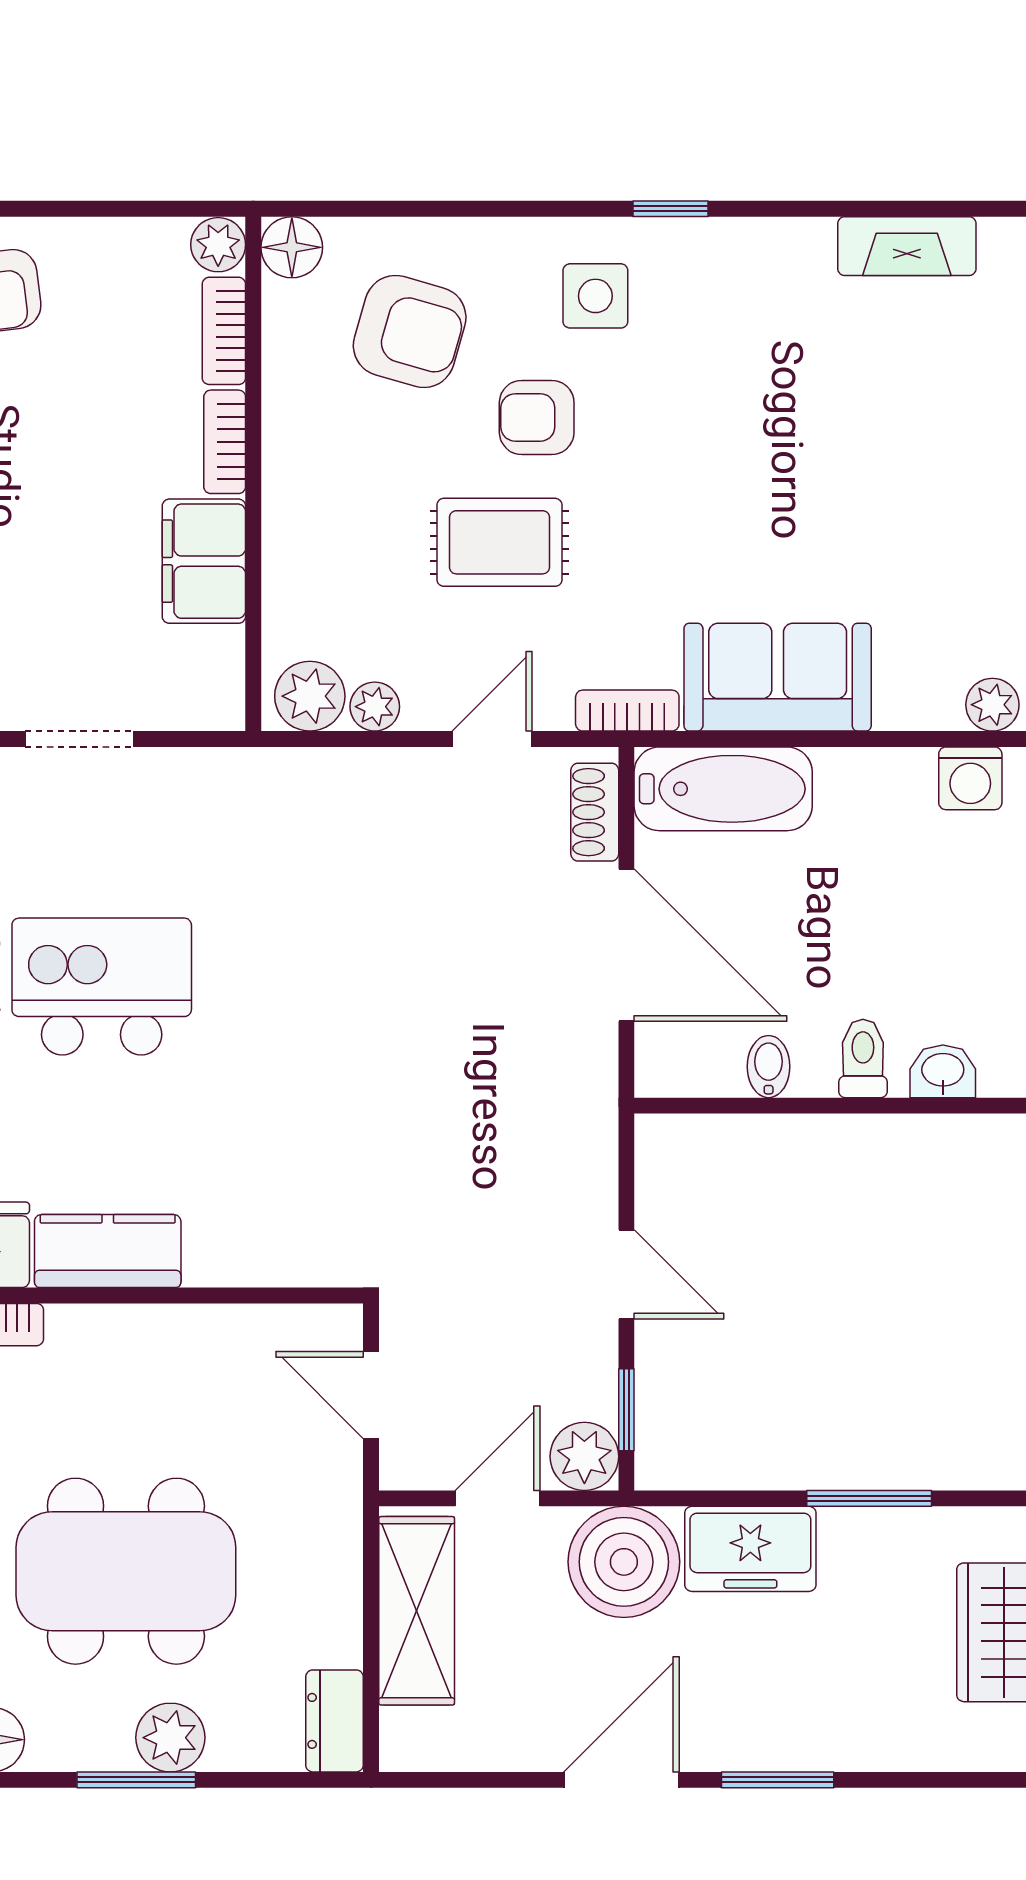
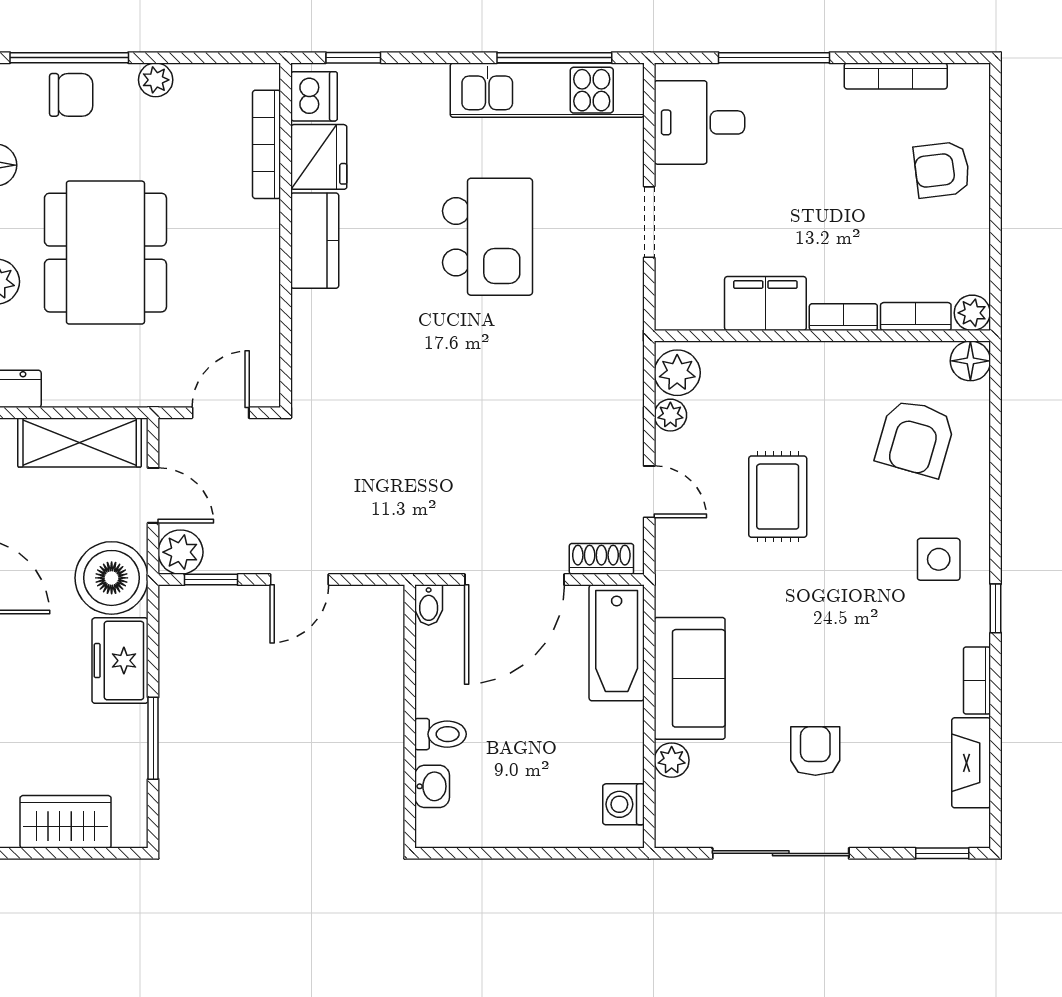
armchair: (537, 417) -> (815, 751), moved
plant: (992, 705) -> (672, 760), moved
bookcase: (627, 711) -> (977, 681), moved, turned 180
bidet: (769, 1067) -> (429, 605), moved, turned 90

